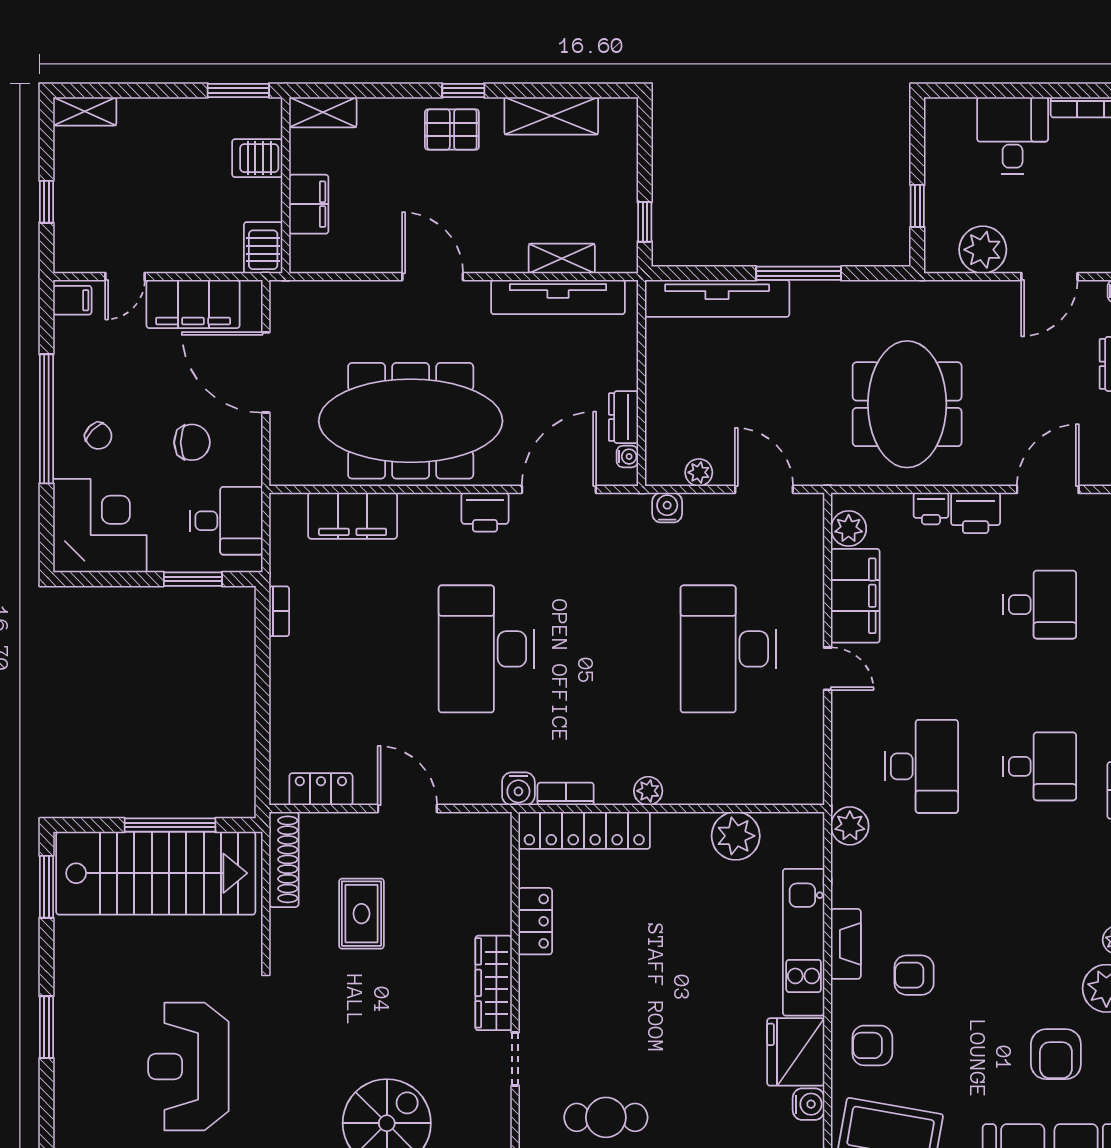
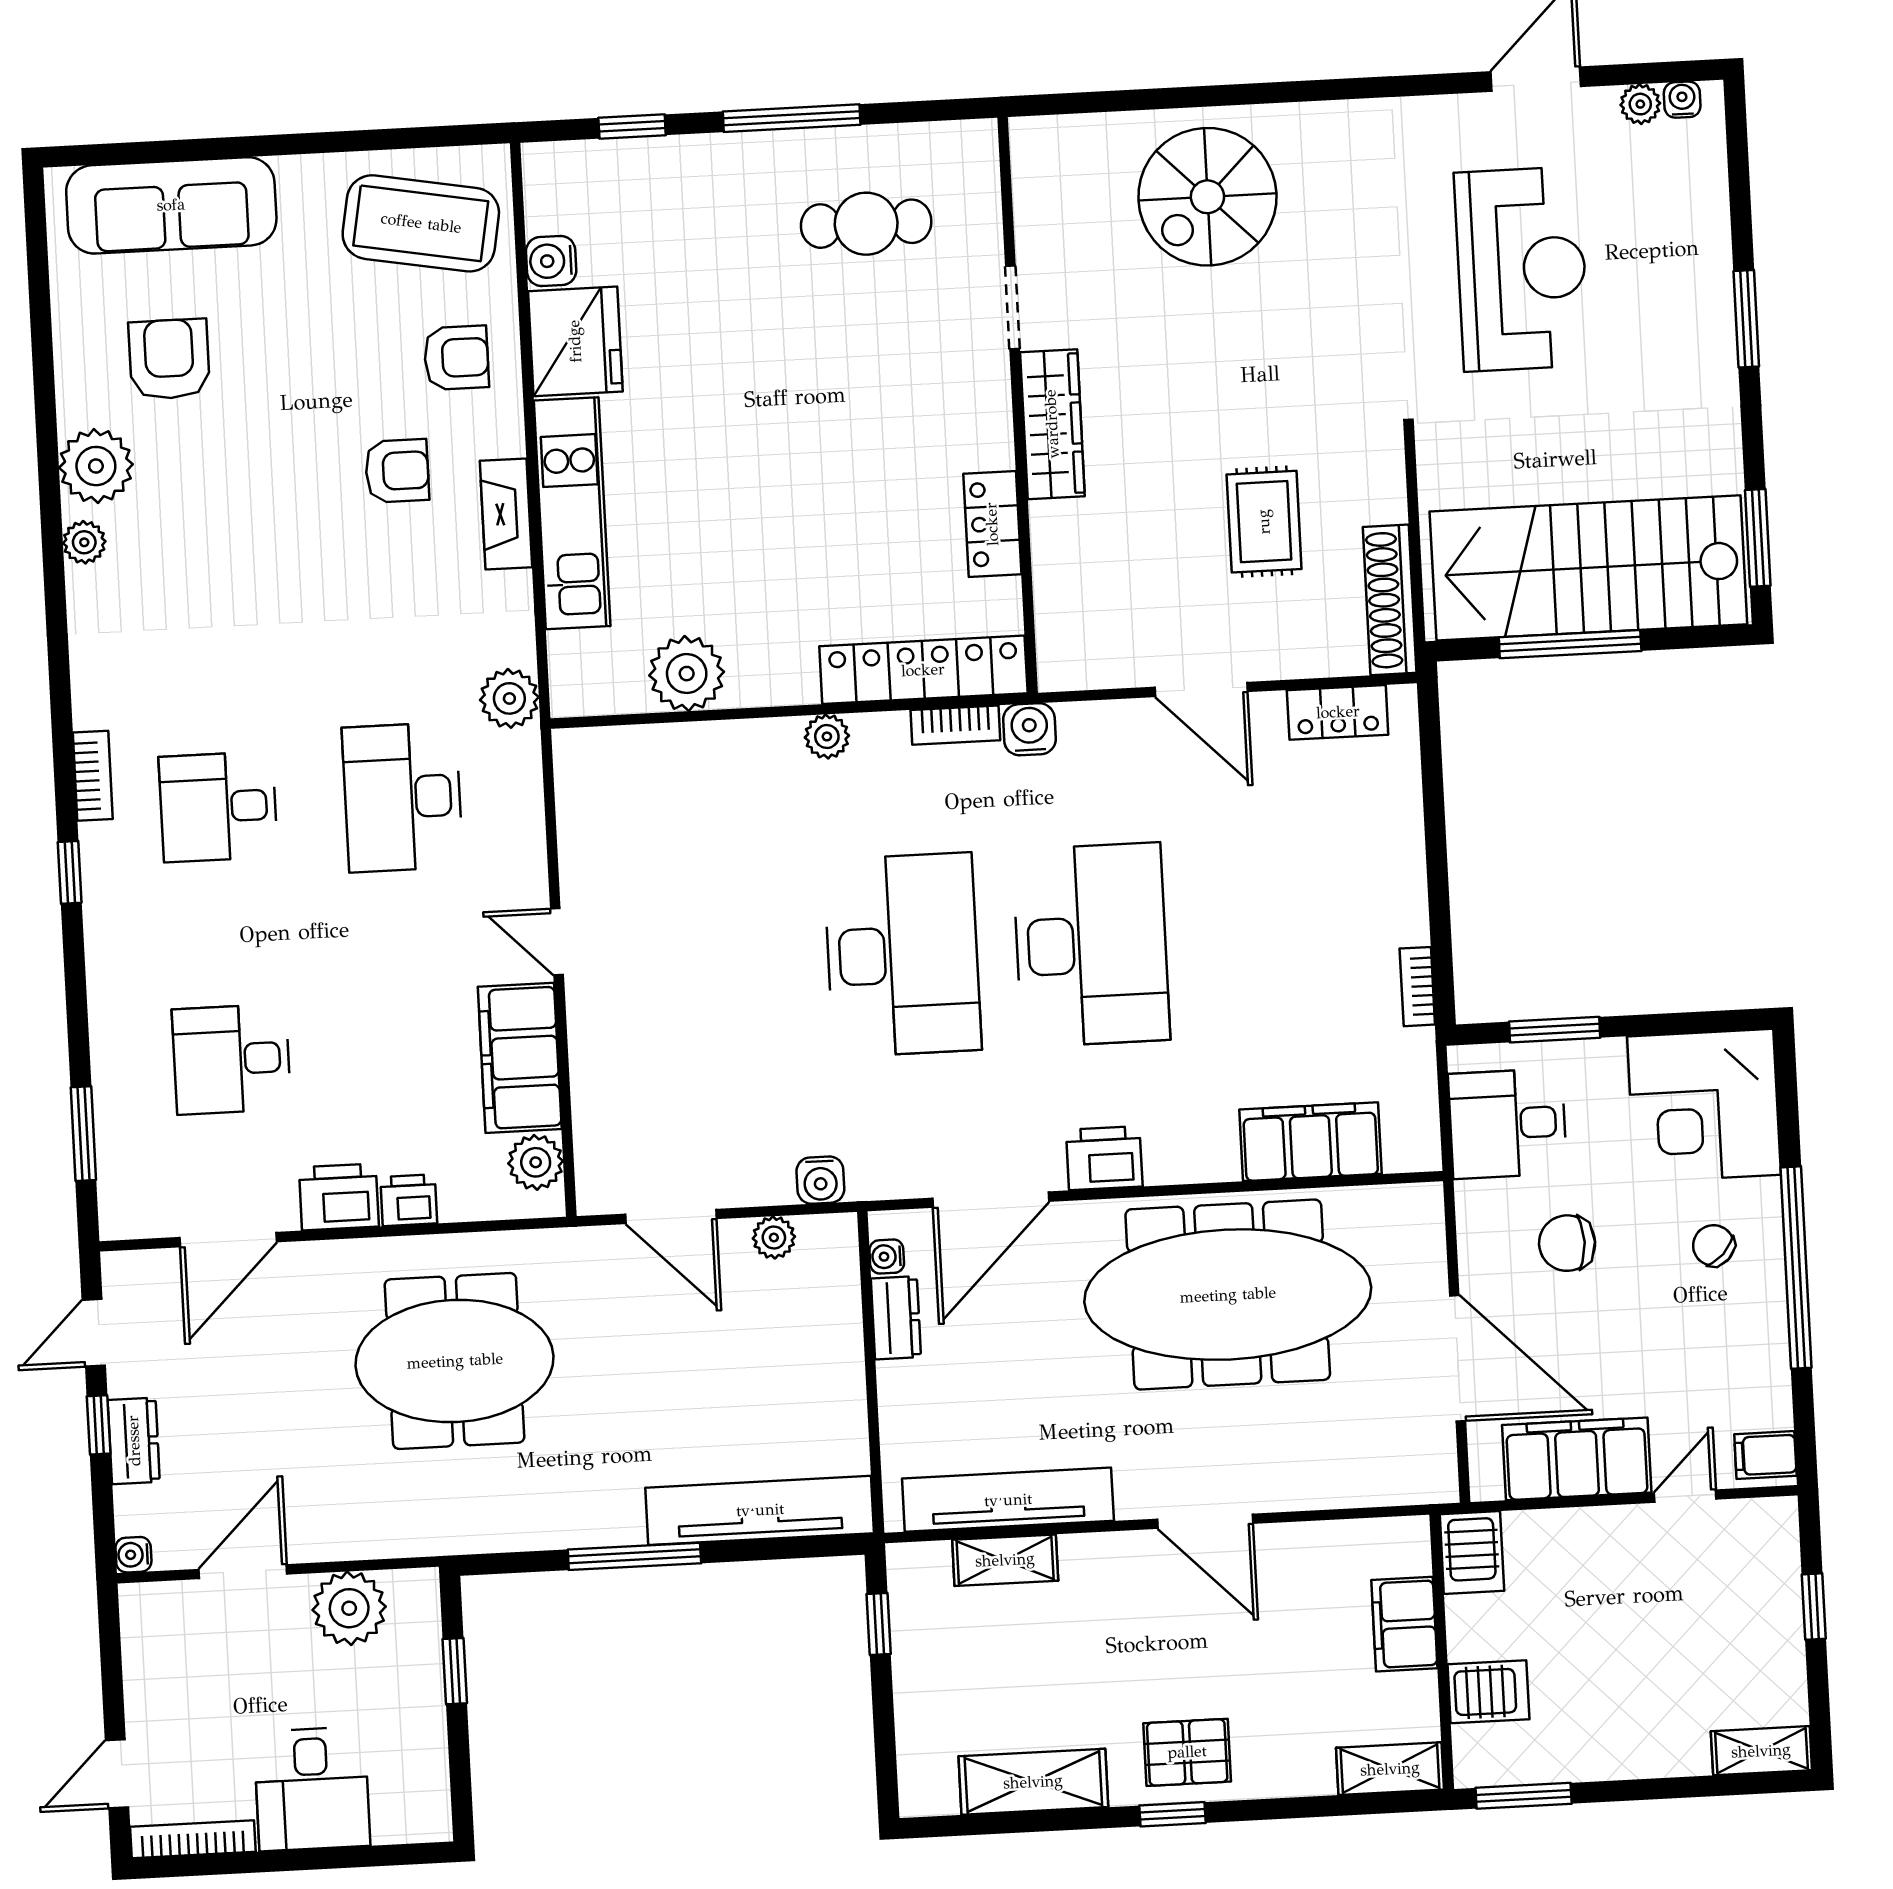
meeting table: (907, 404) -> (455, 1361), turned 90
desk: (728, 649) -> (902, 955), moved

